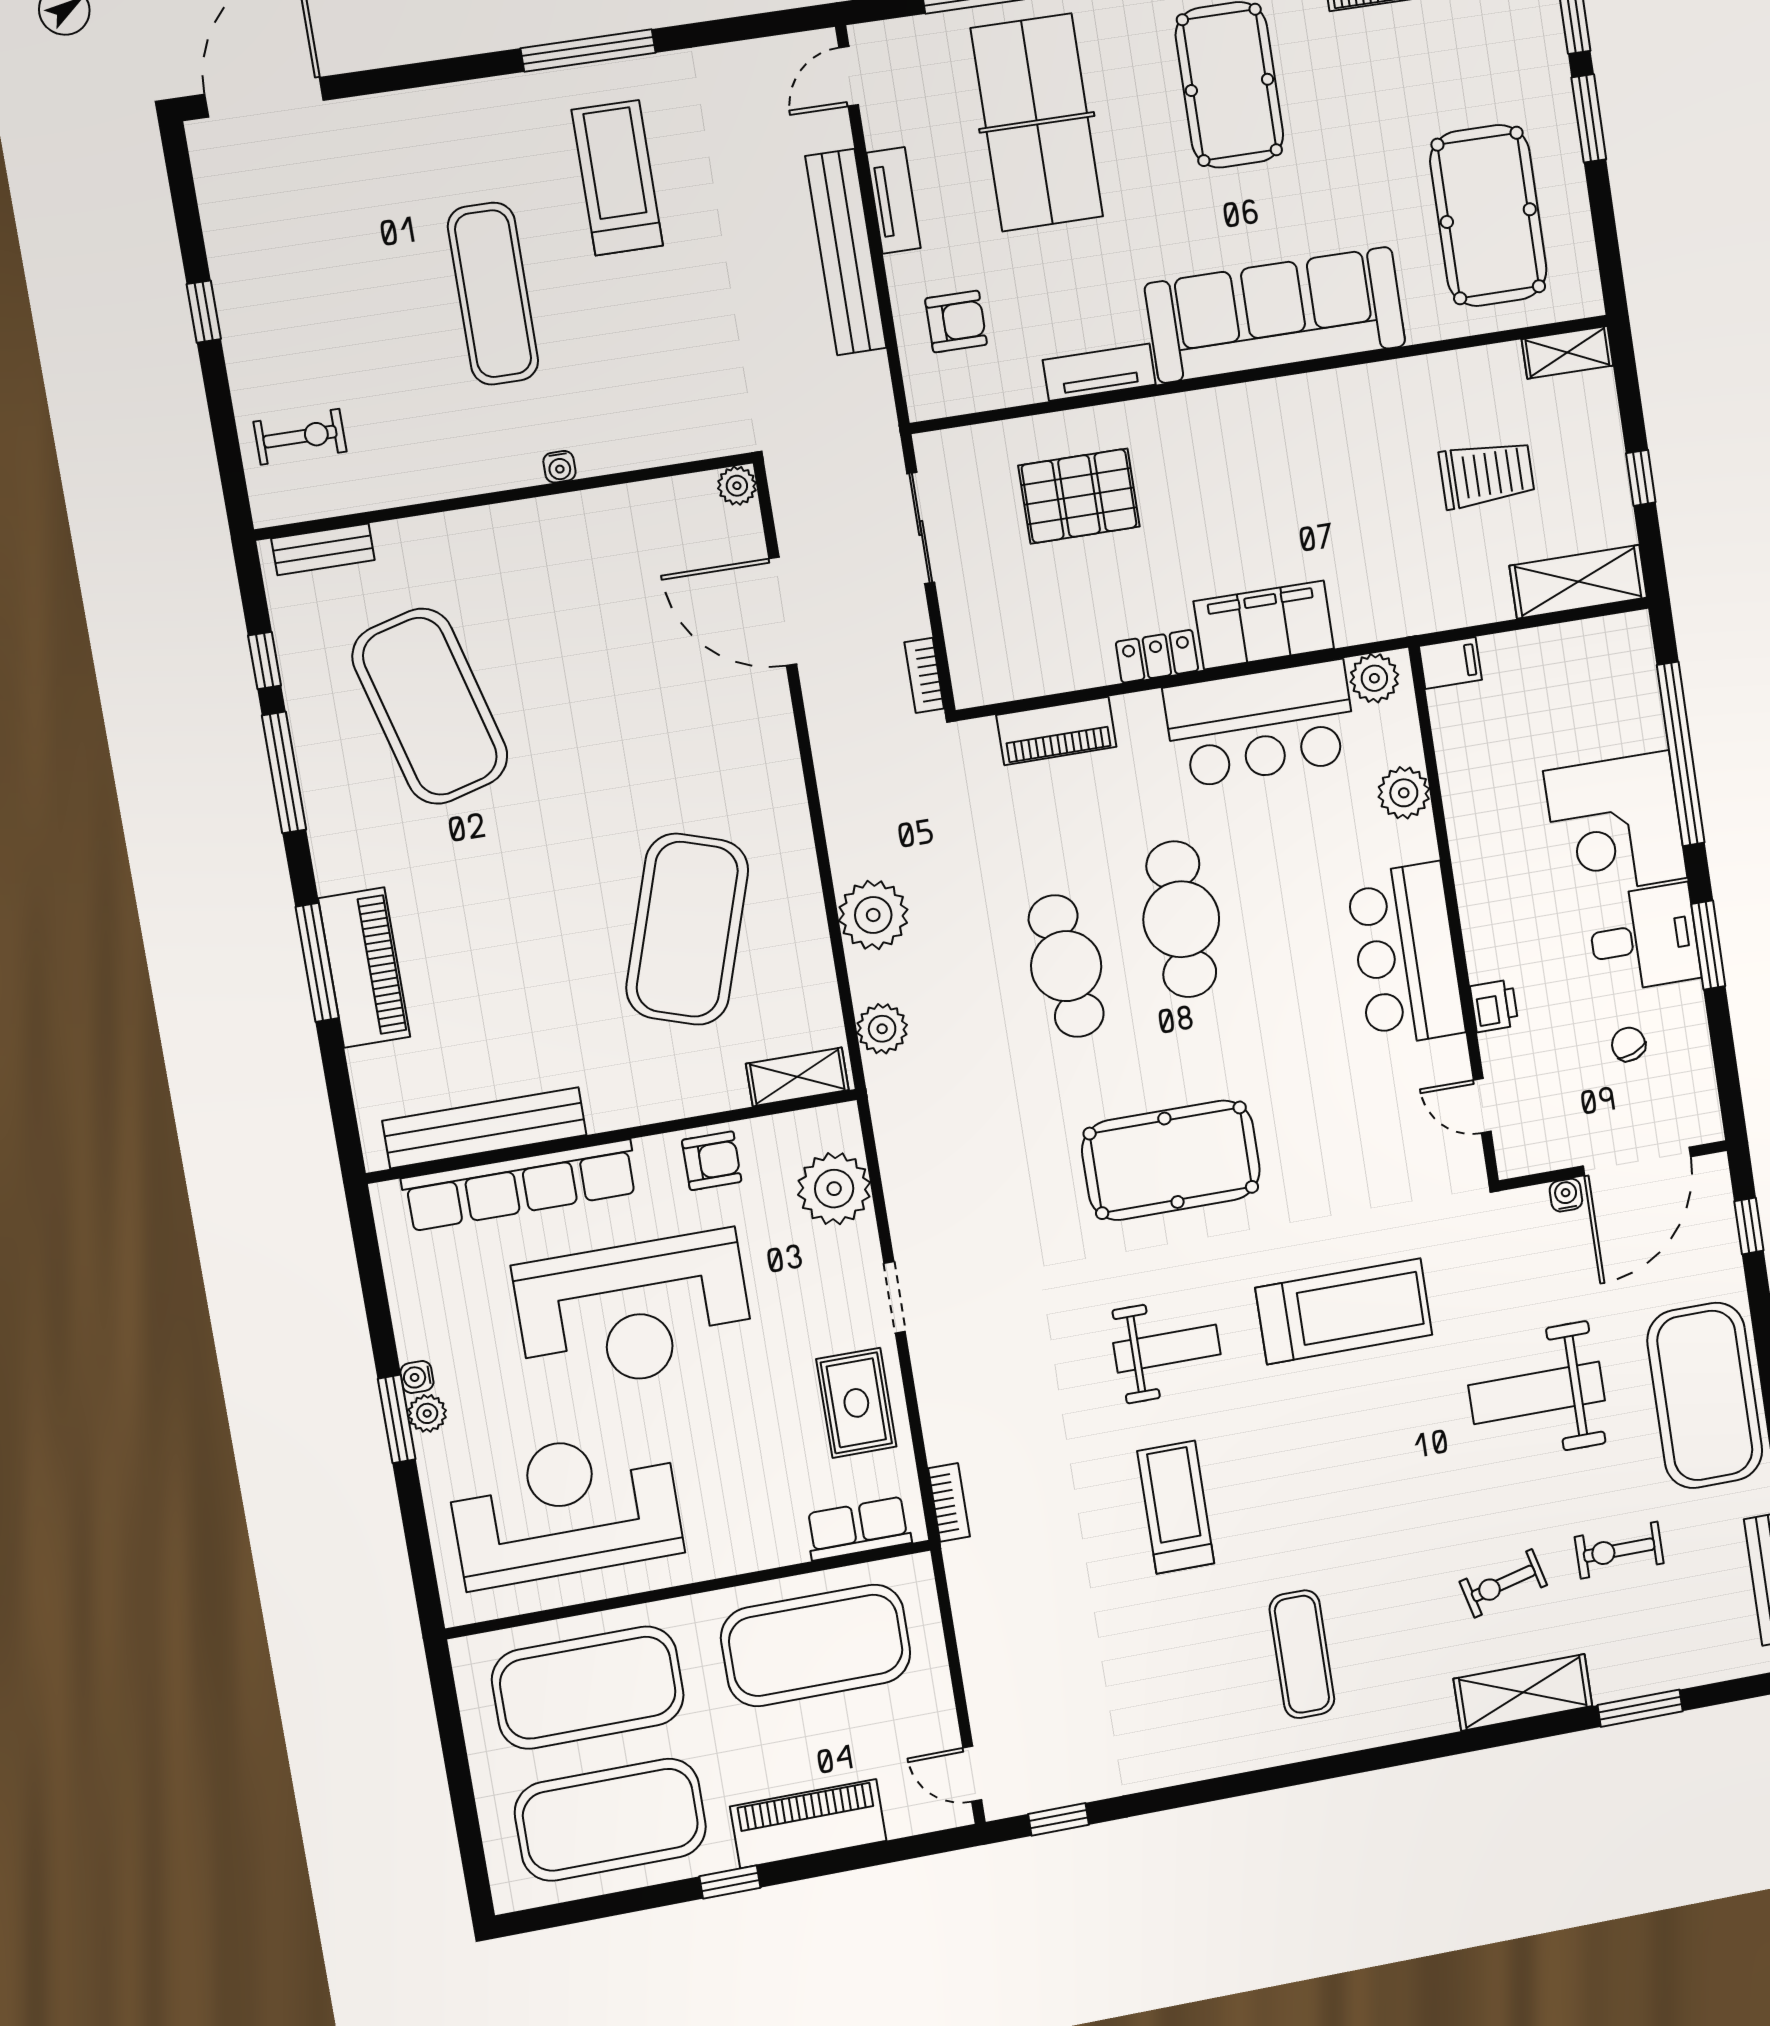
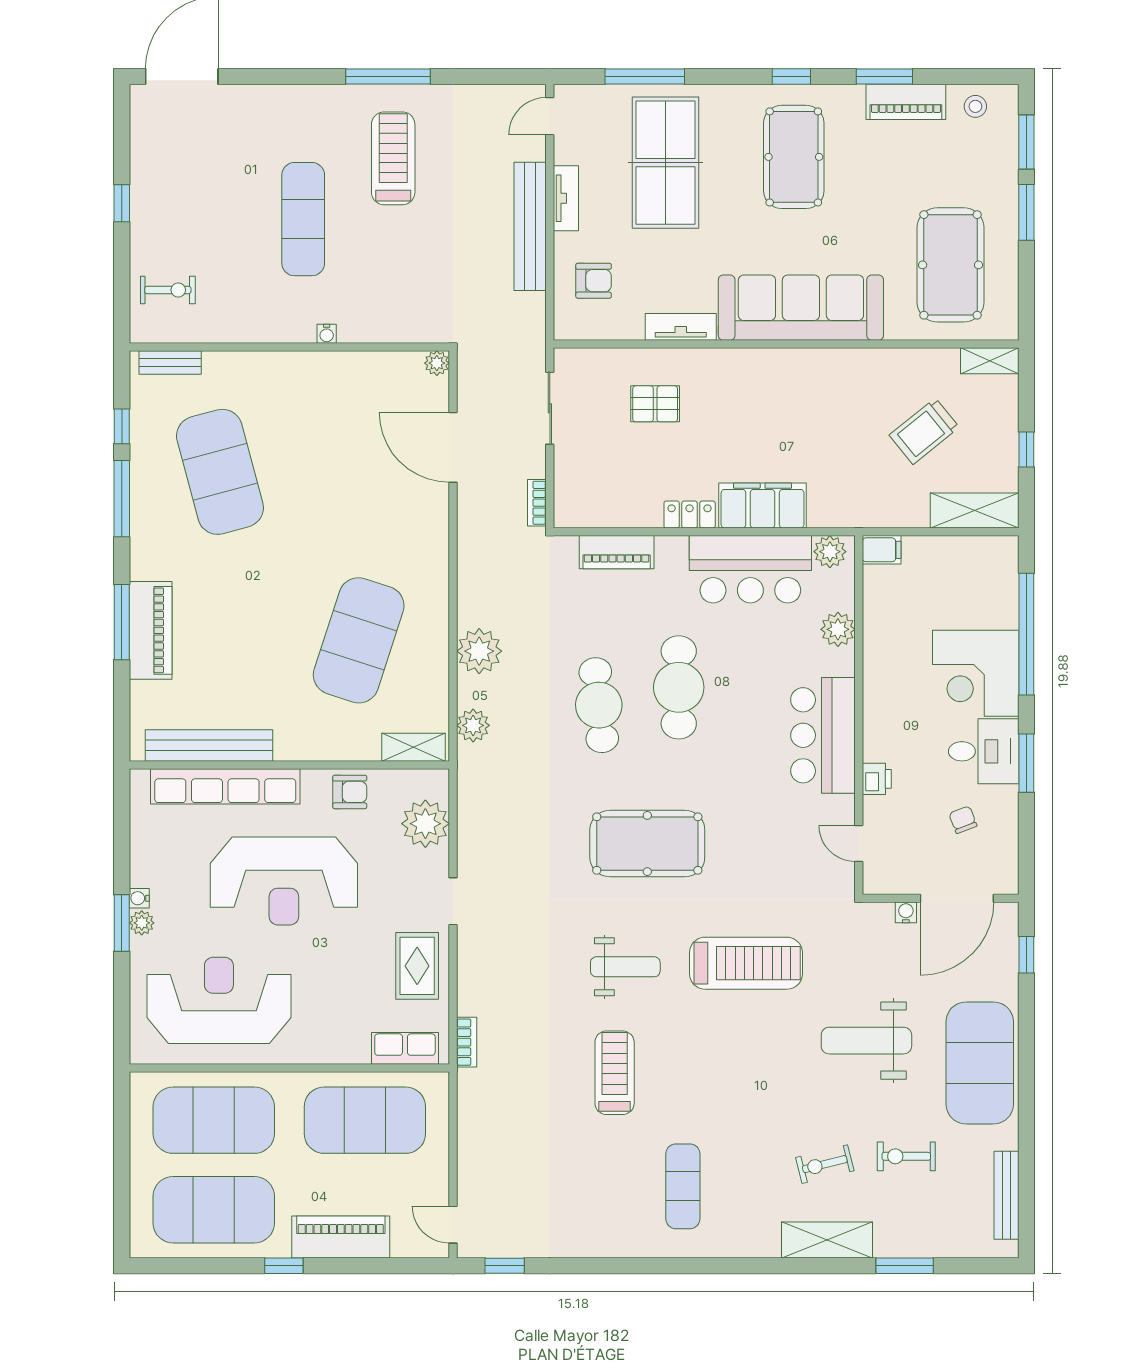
trolley: (1487, 474) -> (924, 431), turned 141
pallet: (1079, 496) -> (655, 404), width x0.67, depth x0.71

